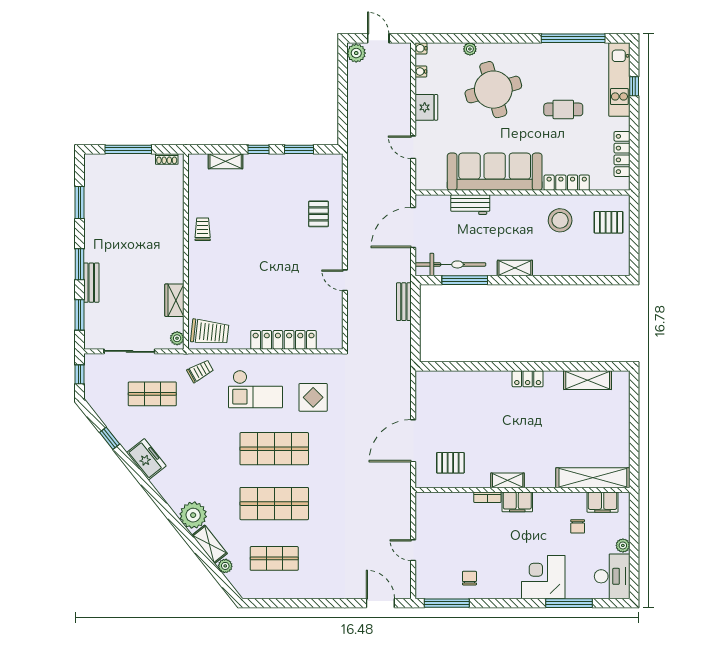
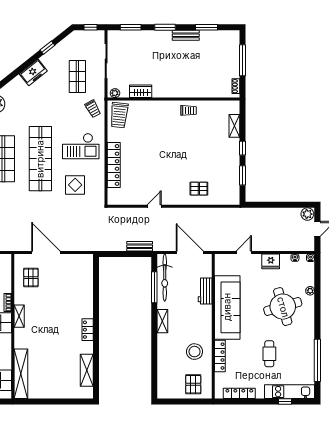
bench: (91, 283) -> (186, 35), moved
checkout: (255, 389) -> (81, 146), turned -90
shop shelf: (274, 449) -> (40, 159), width x1.40

